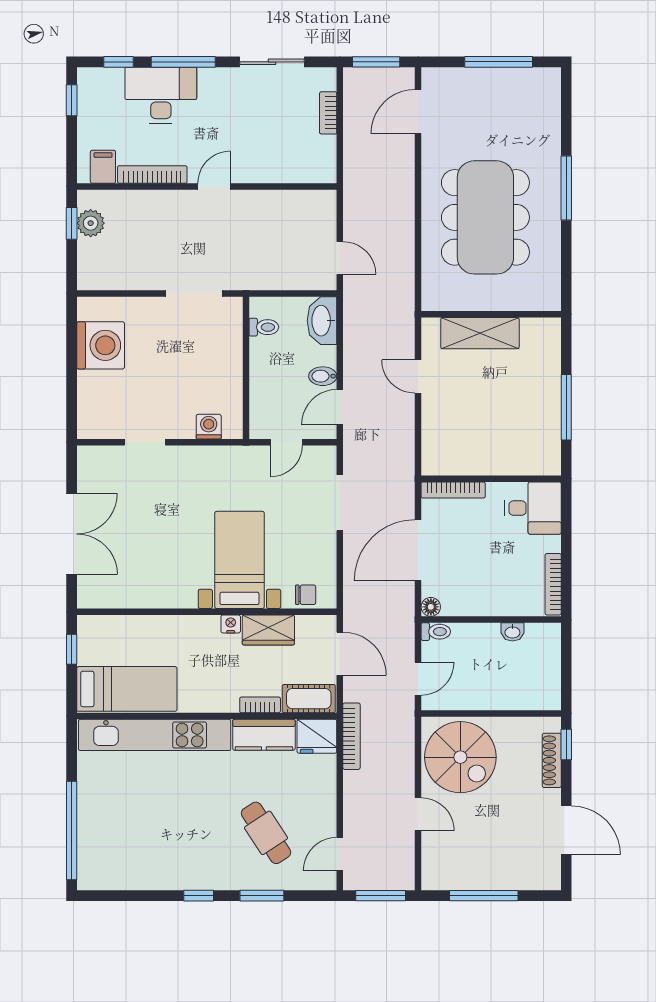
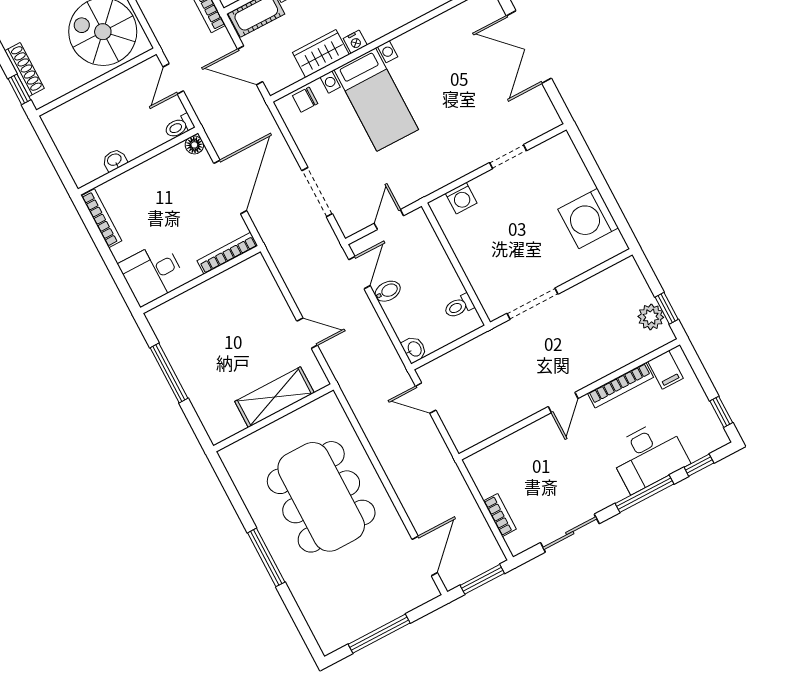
washbasin: (322, 321) -> (414, 349), width x0.52, depth x0.69

